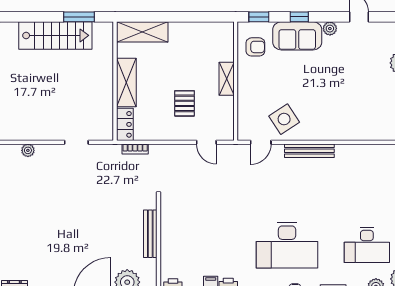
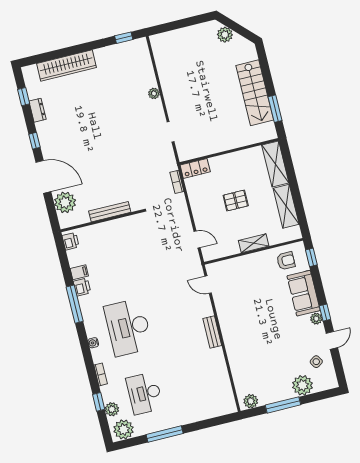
window: (299, 17) -> (325, 313), moved
armchair: (255, 47) -> (286, 261), turned -90
shelving: (126, 83) -> (286, 206), moved, turned 90
pallet: (185, 103) -> (236, 201), moved
side table: (284, 119) -> (316, 362), moved, width x0.54, depth x0.54
door: (206, 142) -> (197, 239), swing flipped
bench: (309, 151) -> (212, 332), width x0.73

